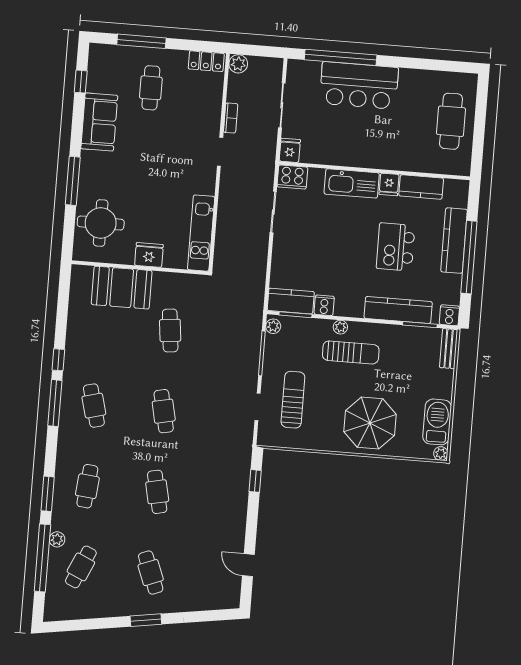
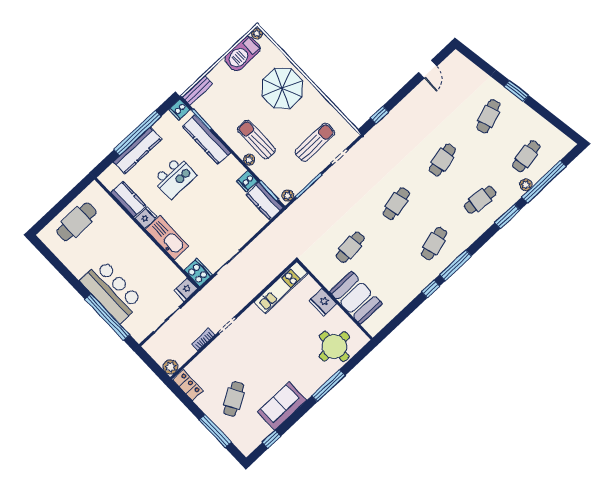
cafe table: (151, 88) -> (234, 399), turned -30
sun lounger: (293, 400) -> (315, 142), turned 180
cafe table: (81, 567) -> (526, 156), turned -33

